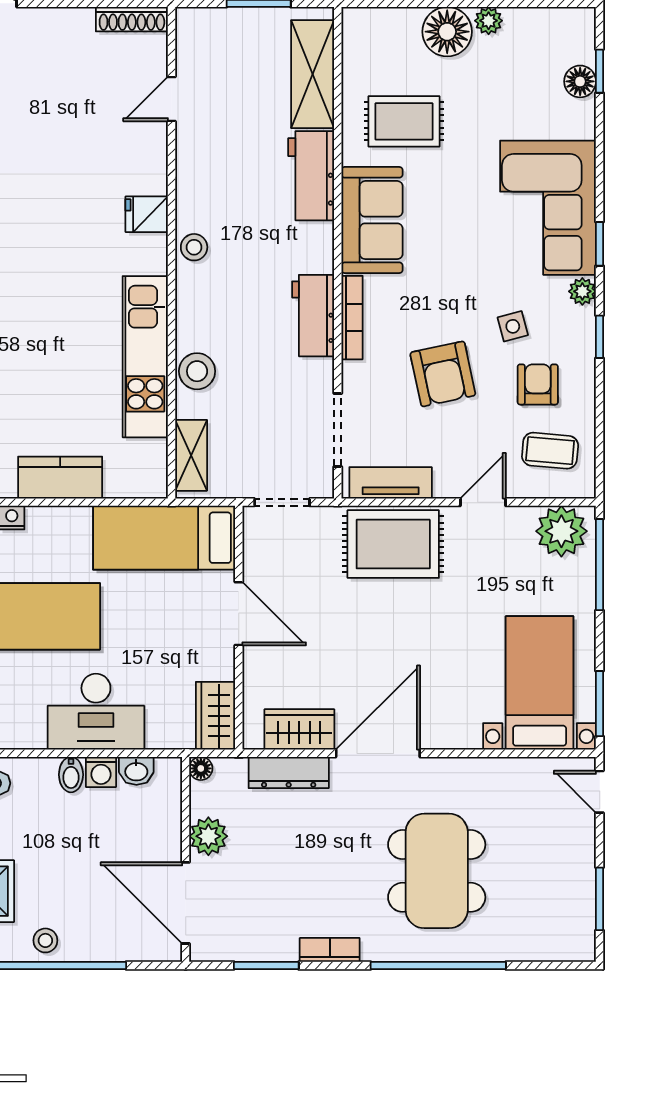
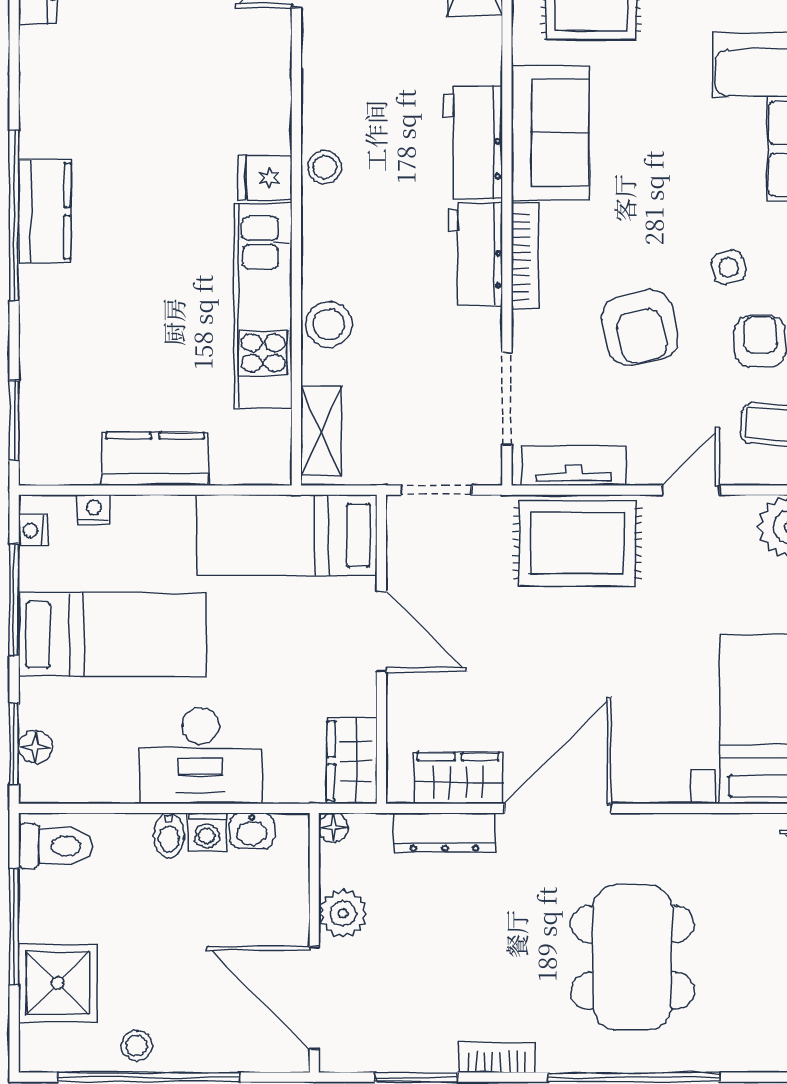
workbench: (311, 176) -> (473, 142), moved
fridge: (147, 214) -> (265, 178), moved

